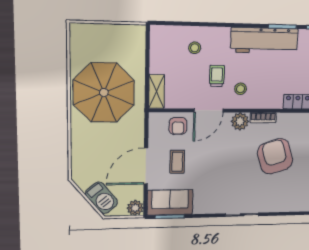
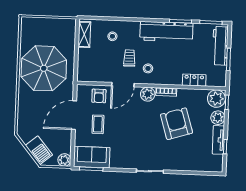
shelving: (157, 91) -> (84, 34), moved
door: (146, 166) -> (74, 115), moved

